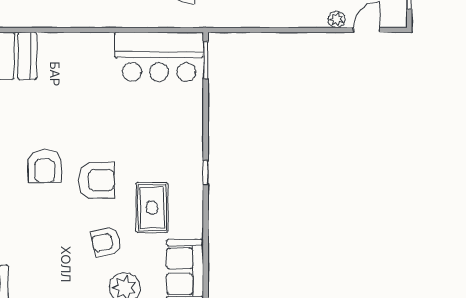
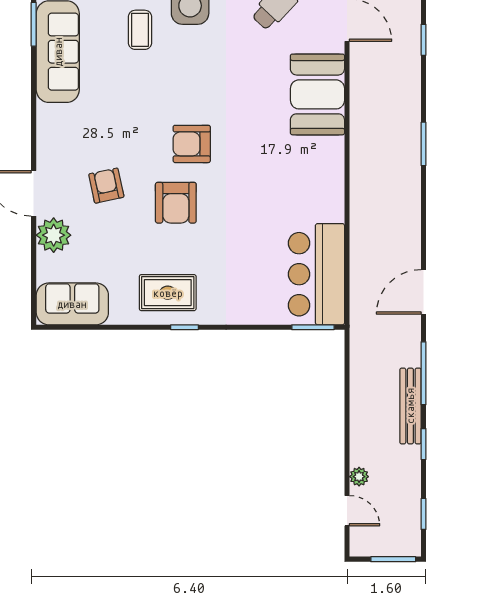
rug: (152, 208) -> (168, 293), moved
armchair: (106, 242) -> (106, 186), moved

